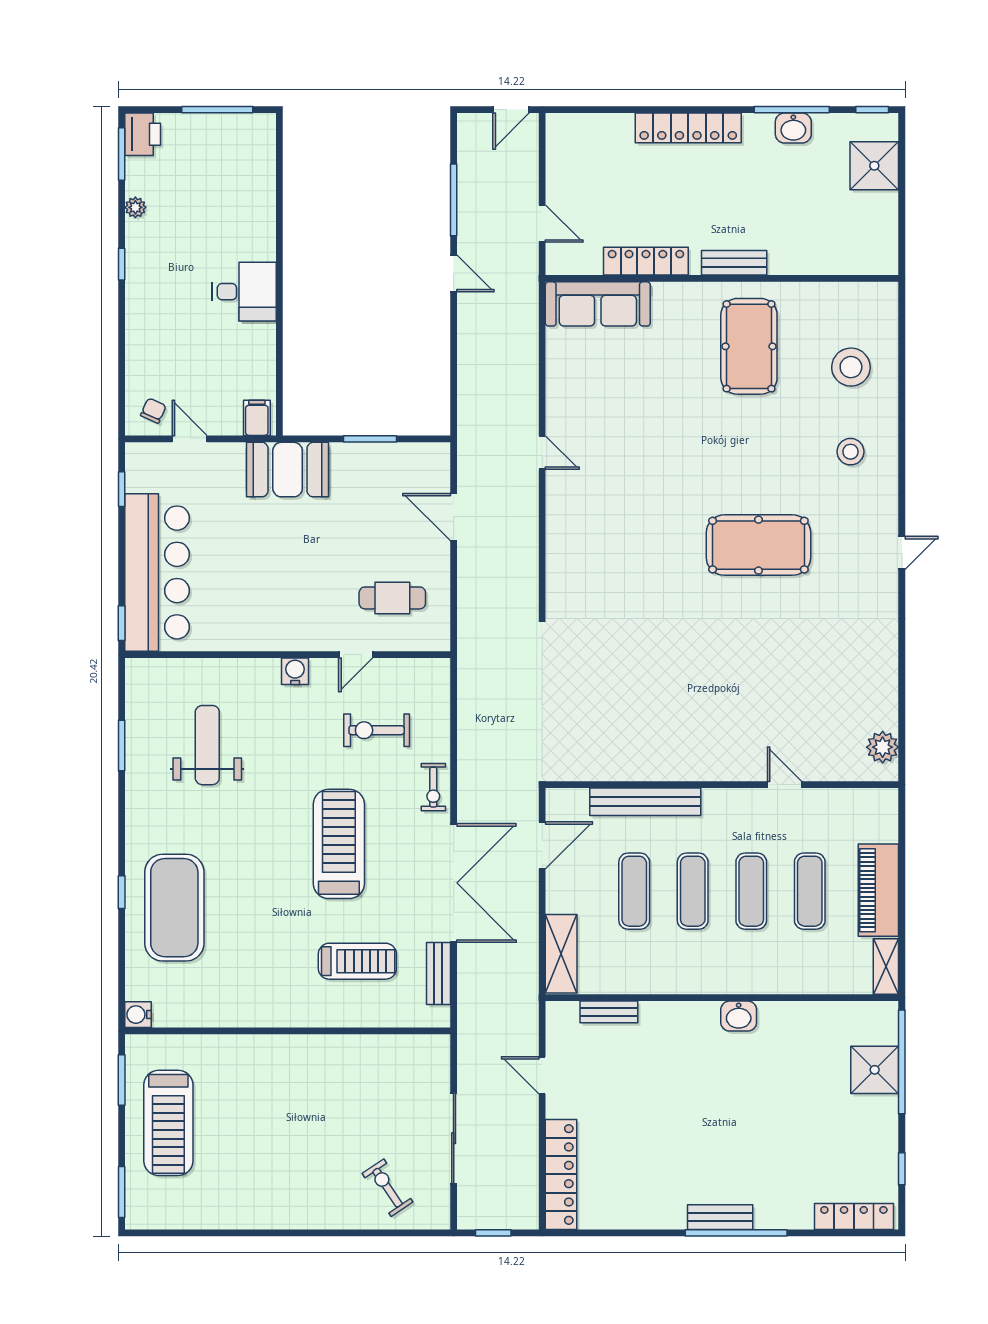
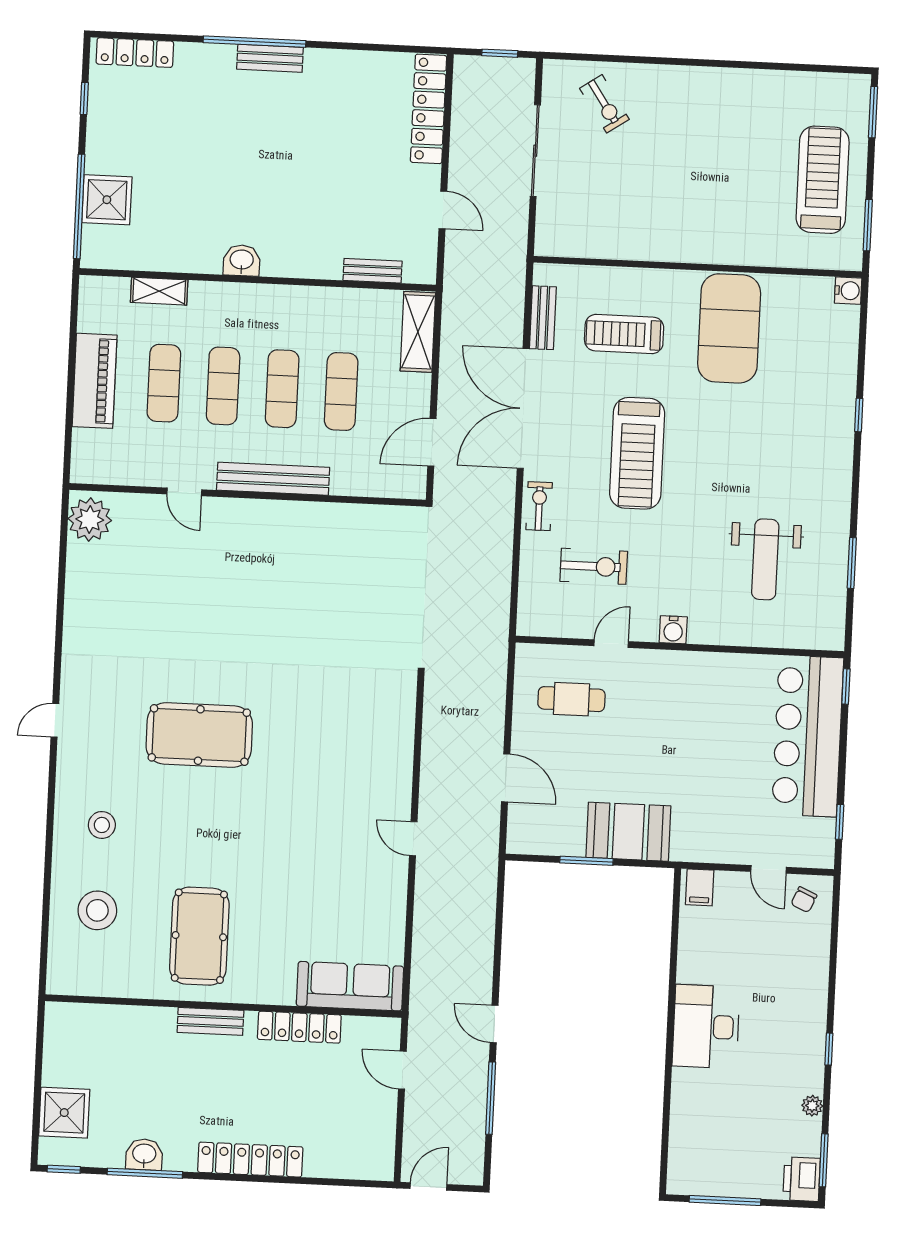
desk: (244, 292) -> (706, 1027), width x1.37
booth: (288, 470) -> (628, 832), moved
plant: (883, 747) -> (90, 520), width x1.36, depth x1.36
bench: (645, 802) -> (273, 479), moved
exercise mat: (174, 908) -> (729, 328), moved
shelving: (886, 967) -> (159, 291), moved, turned 90

